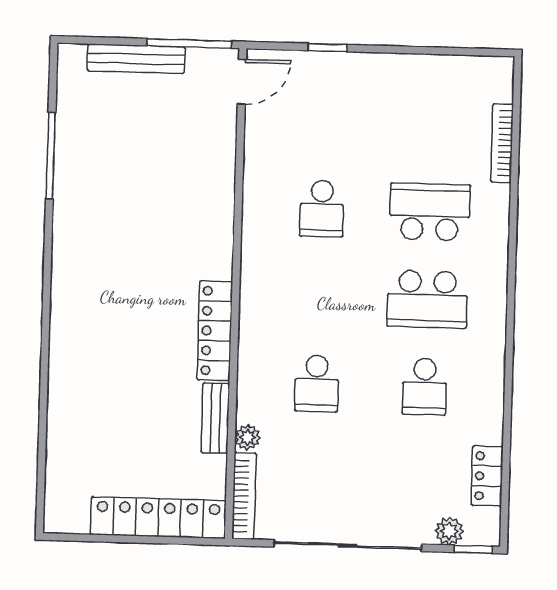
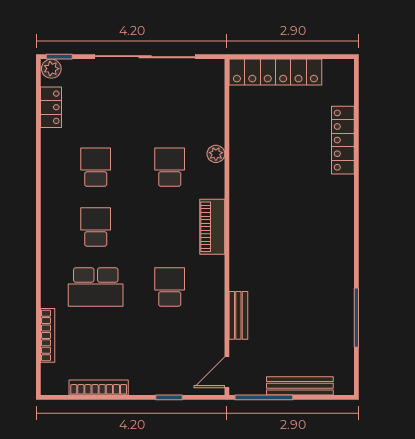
piano: (257, 295) -> (212, 227), added
school desk: (427, 299) -> (96, 227), width x0.54
locker: (215, 331) -> (343, 140), moved, turned 180
bench: (215, 418) -> (238, 315), moved
plant: (248, 437) -> (216, 154), moved
bookcase: (244, 496) -> (99, 388), moved, turned 90
plant: (449, 531) -> (51, 69), moved

